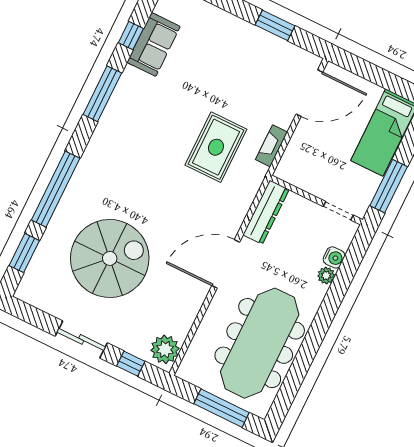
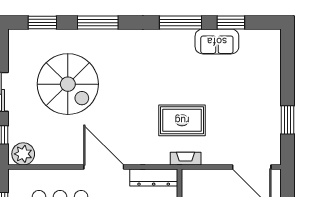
window: (131, 36) -> (231, 23), width x1.50
sofa: (154, 44) -> (217, 41), moved
fireplace: (272, 146) -> (186, 159), moved
window: (56, 189) -> (98, 23), width x0.68

